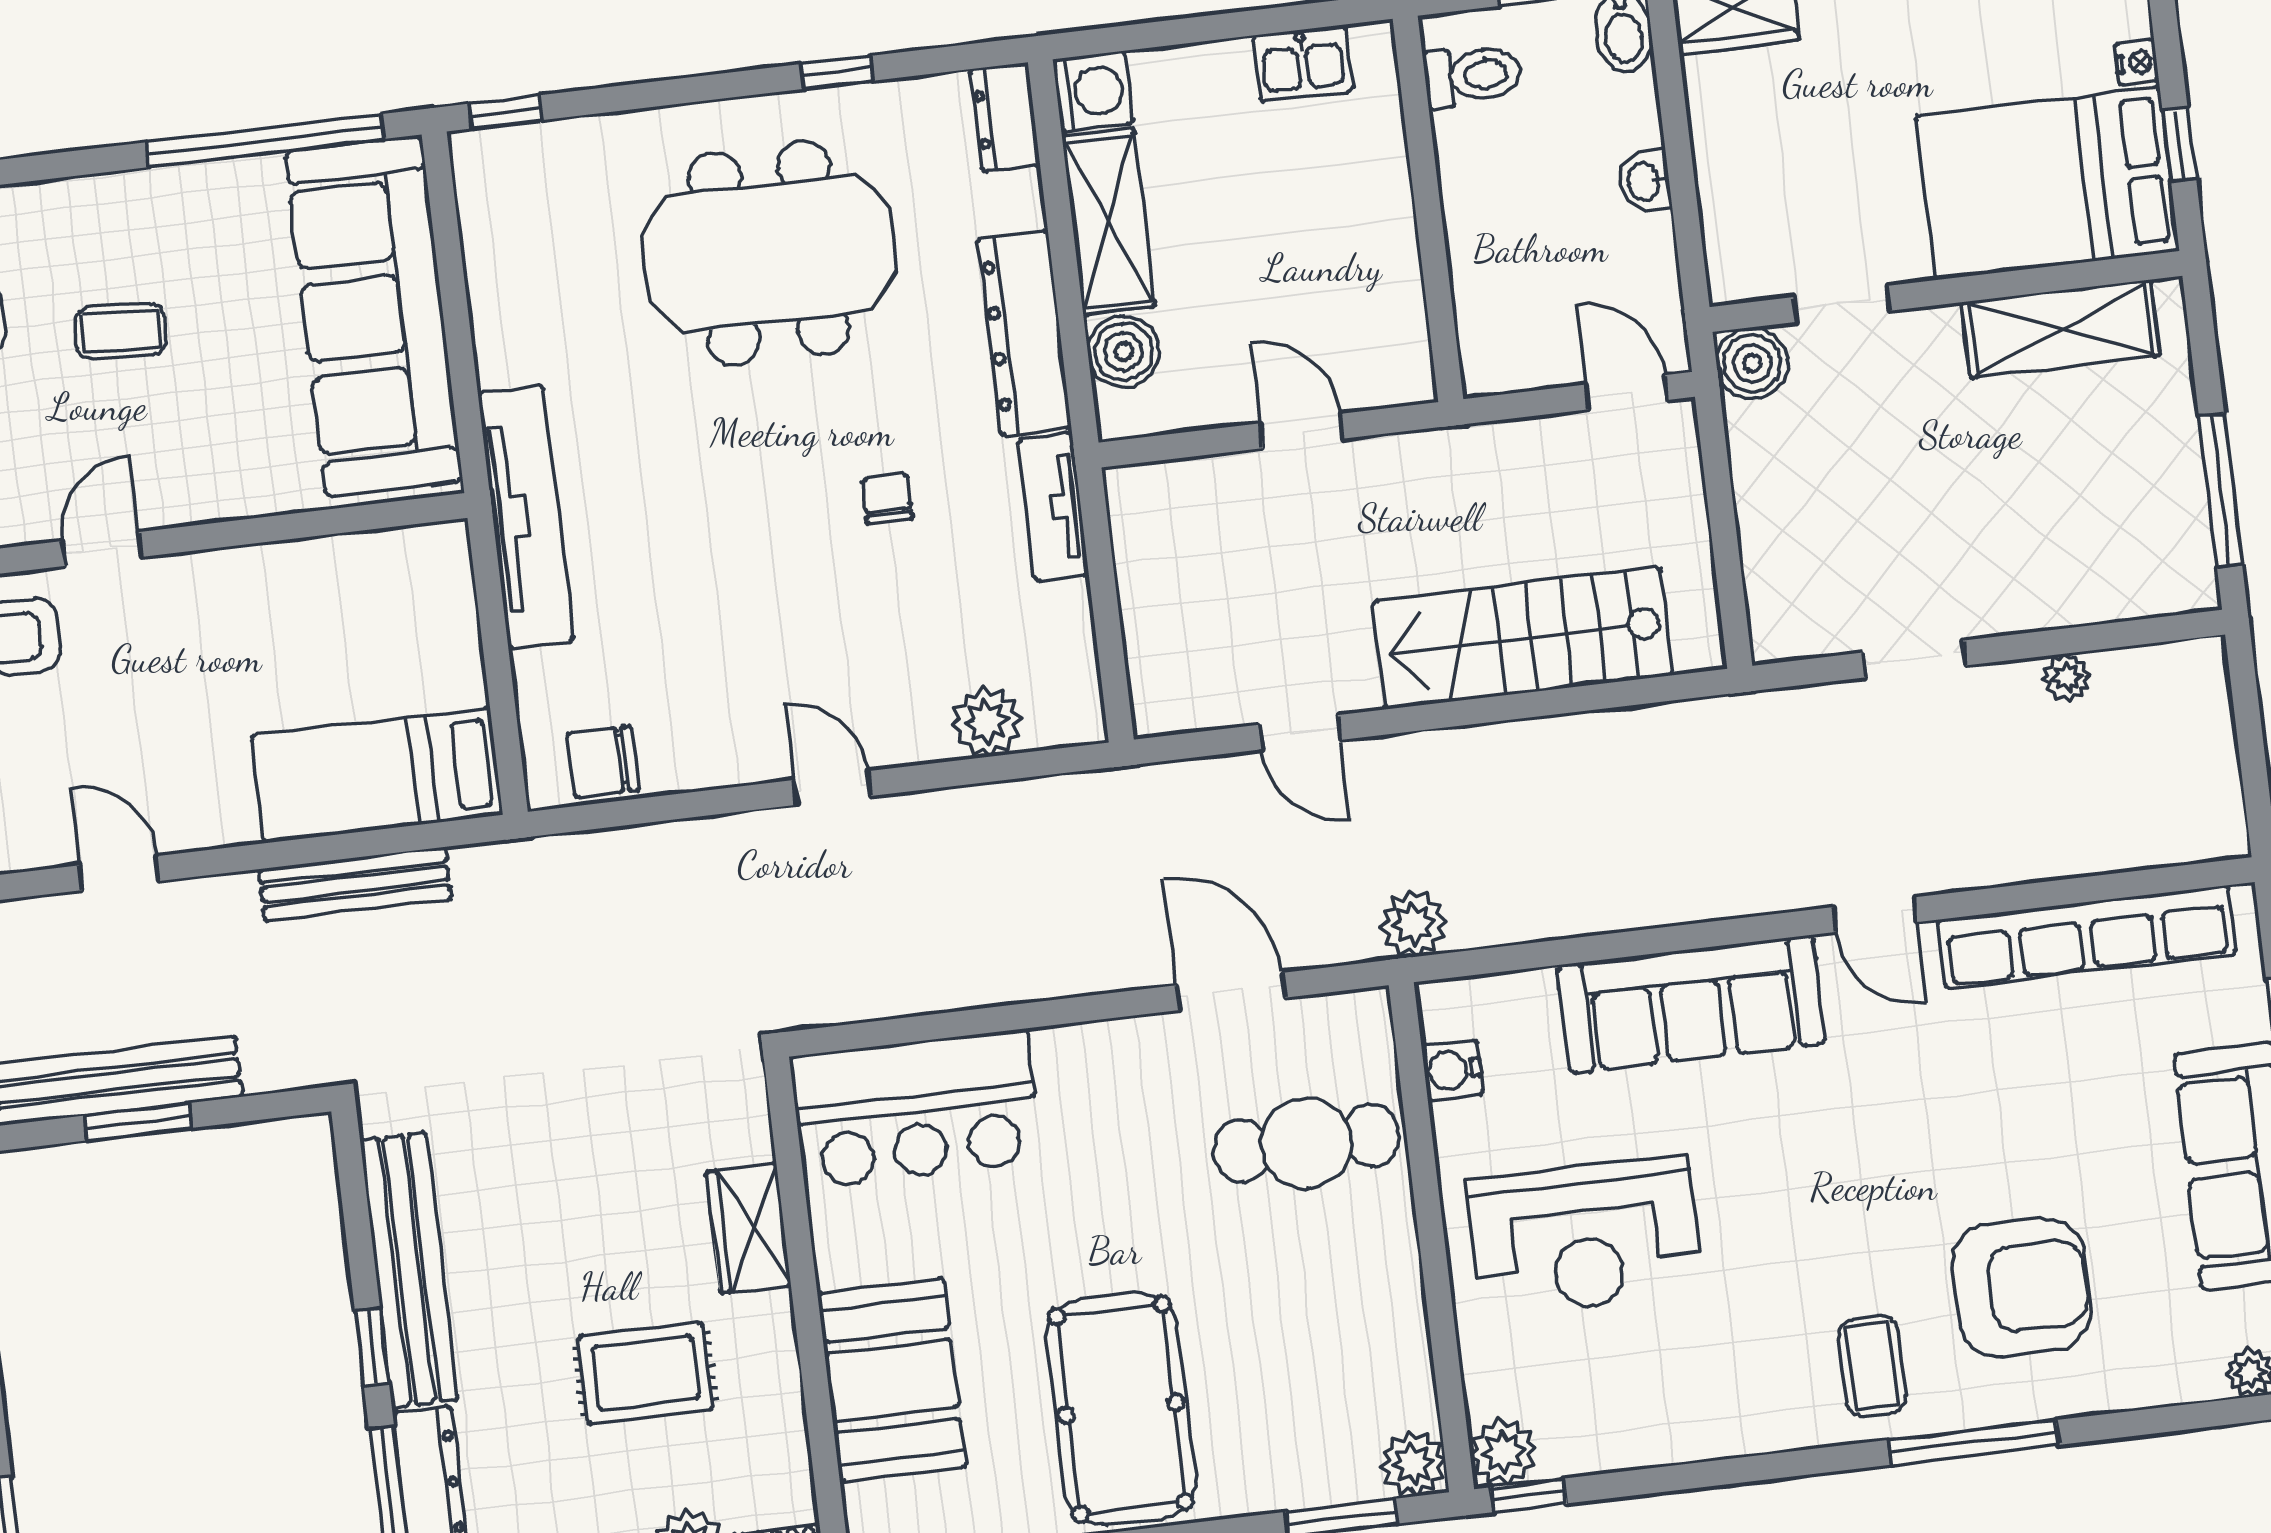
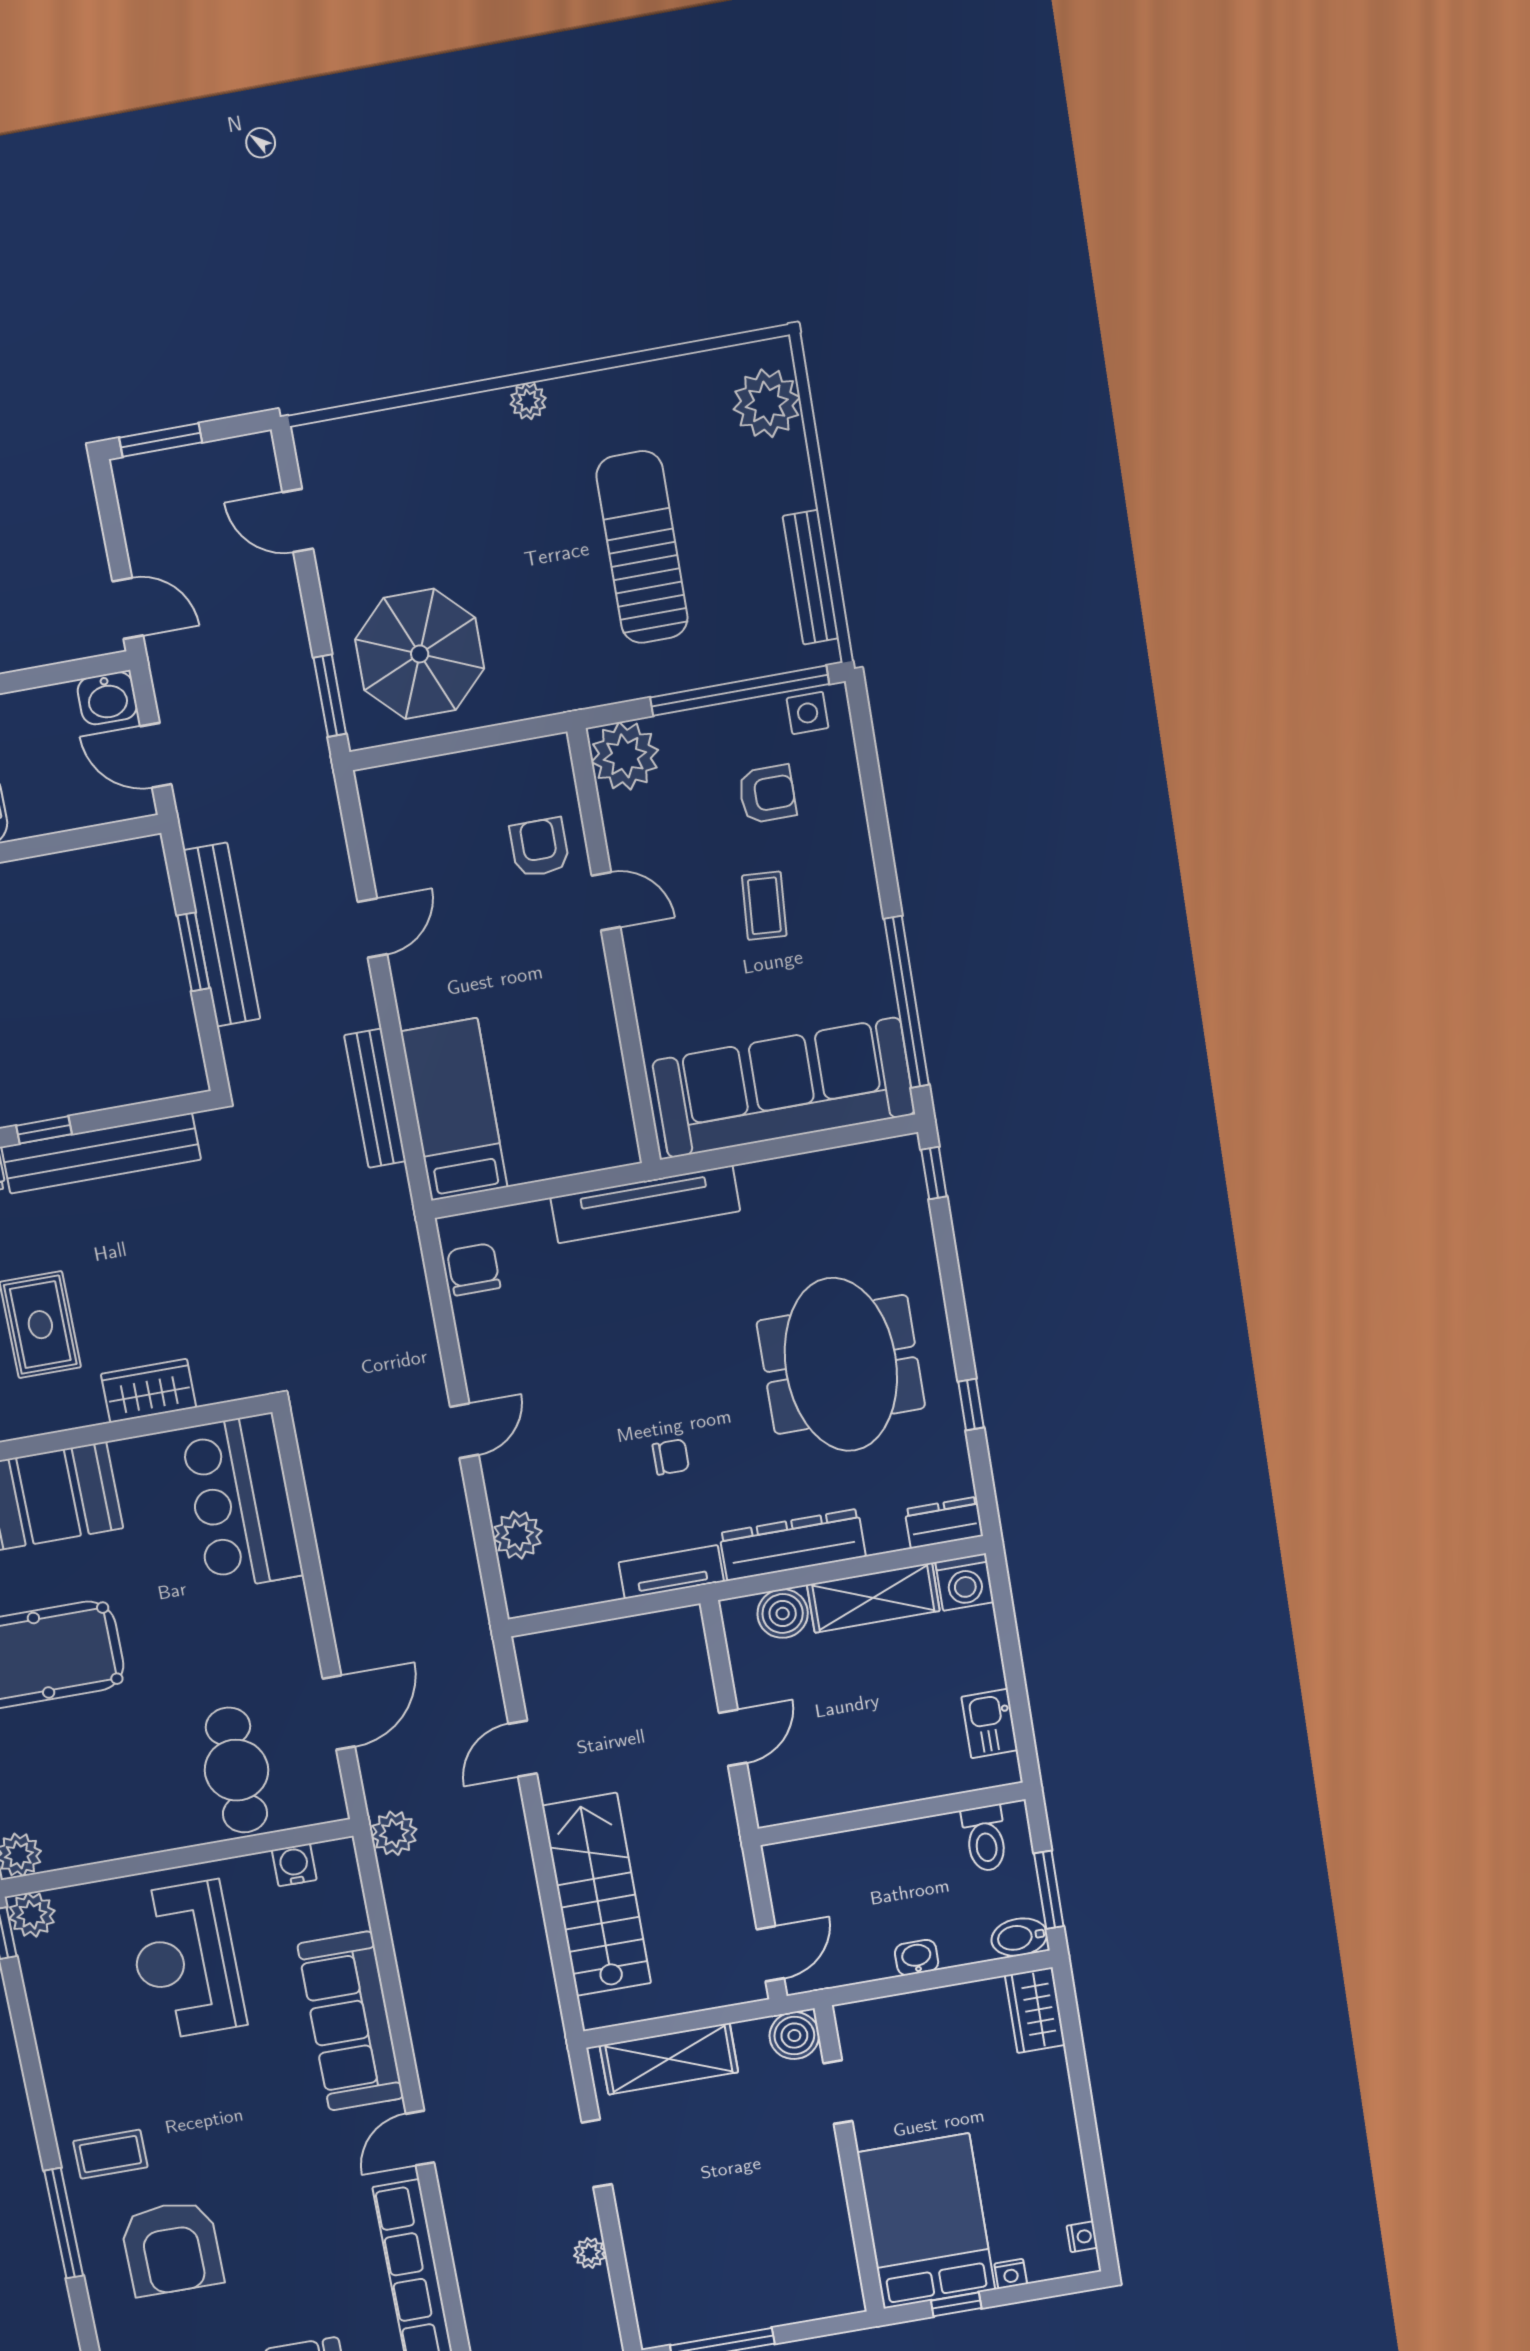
shelving: (2061, 329) -> (669, 2059), moved, turned 90

